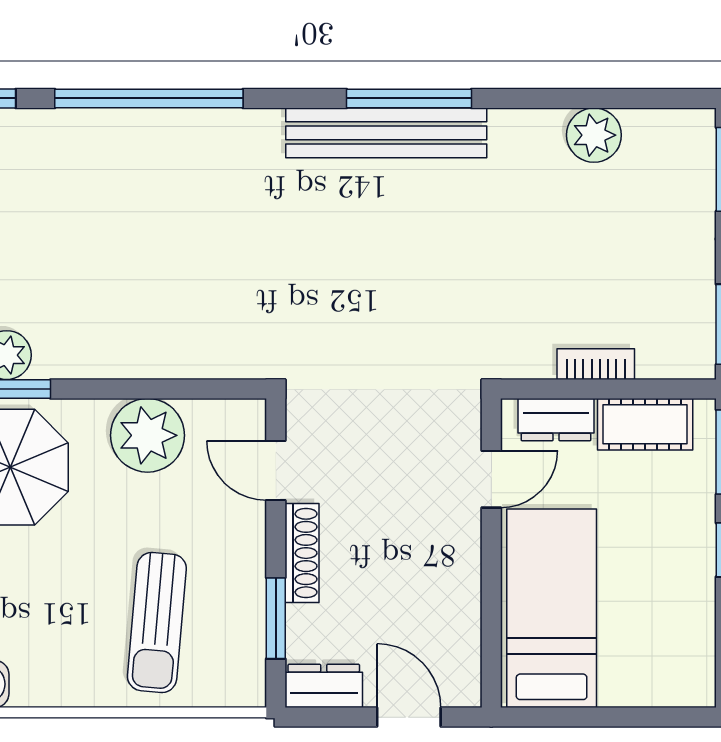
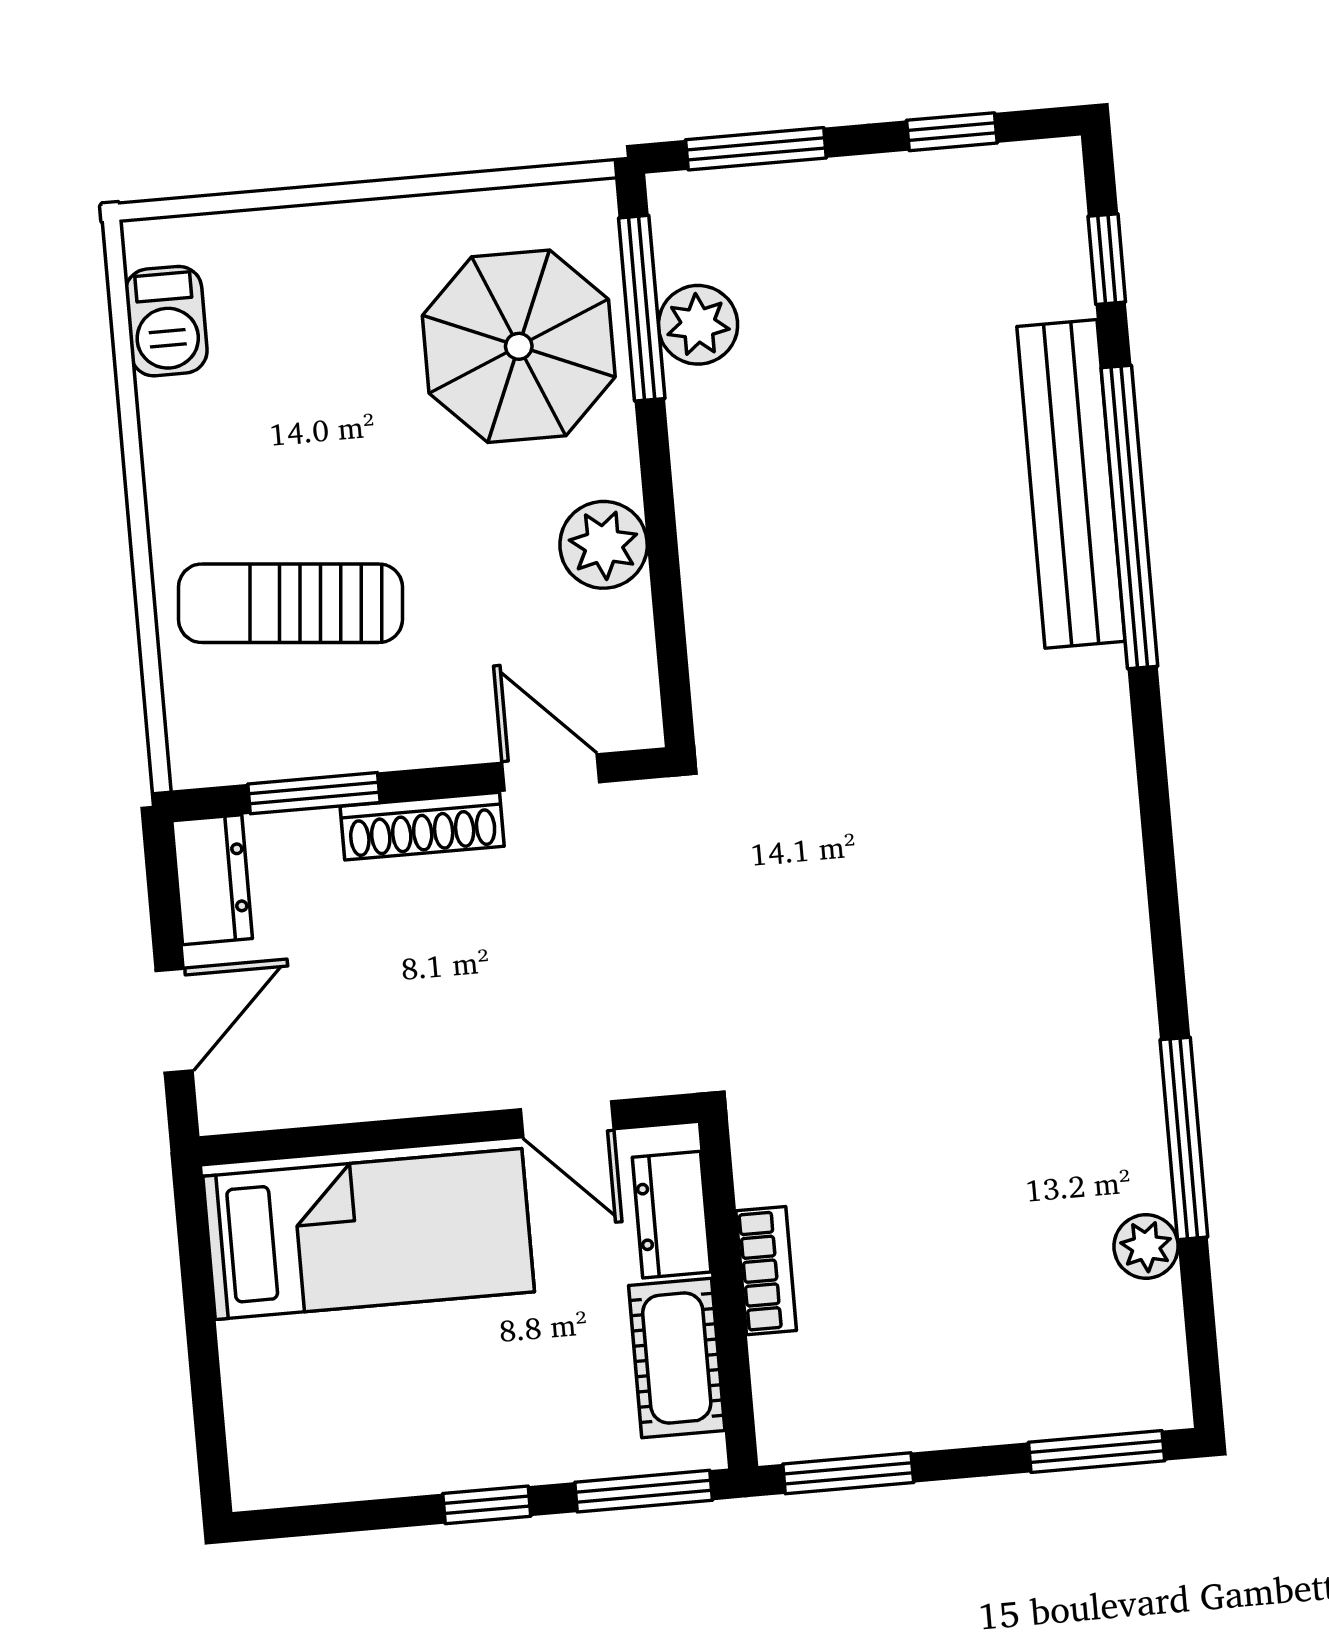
window: (409, 98) -> (1184, 1138), moved
bench: (386, 133) -> (1071, 484), moved
plant: (594, 135) -> (1146, 1246), width x0.73, depth x0.73
plant: (148, 435) -> (604, 545), width x0.73, depth x0.73
door: (276, 470) -> (551, 772), hinge flipped

